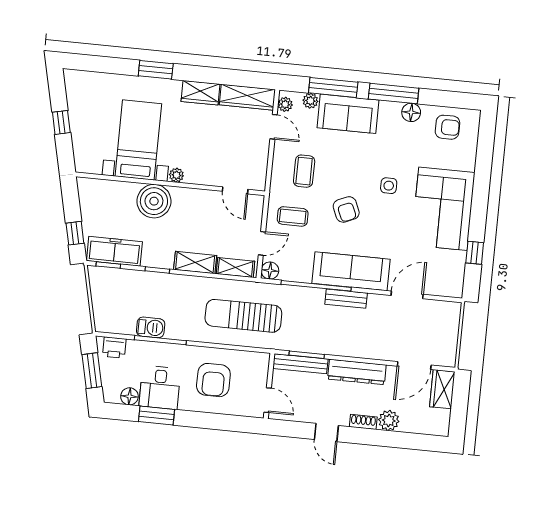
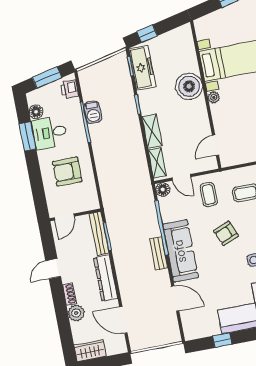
sun lounger: (243, 316) -> (123, 180), removed
wardrobe: (442, 389) -> (90, 351), moved

